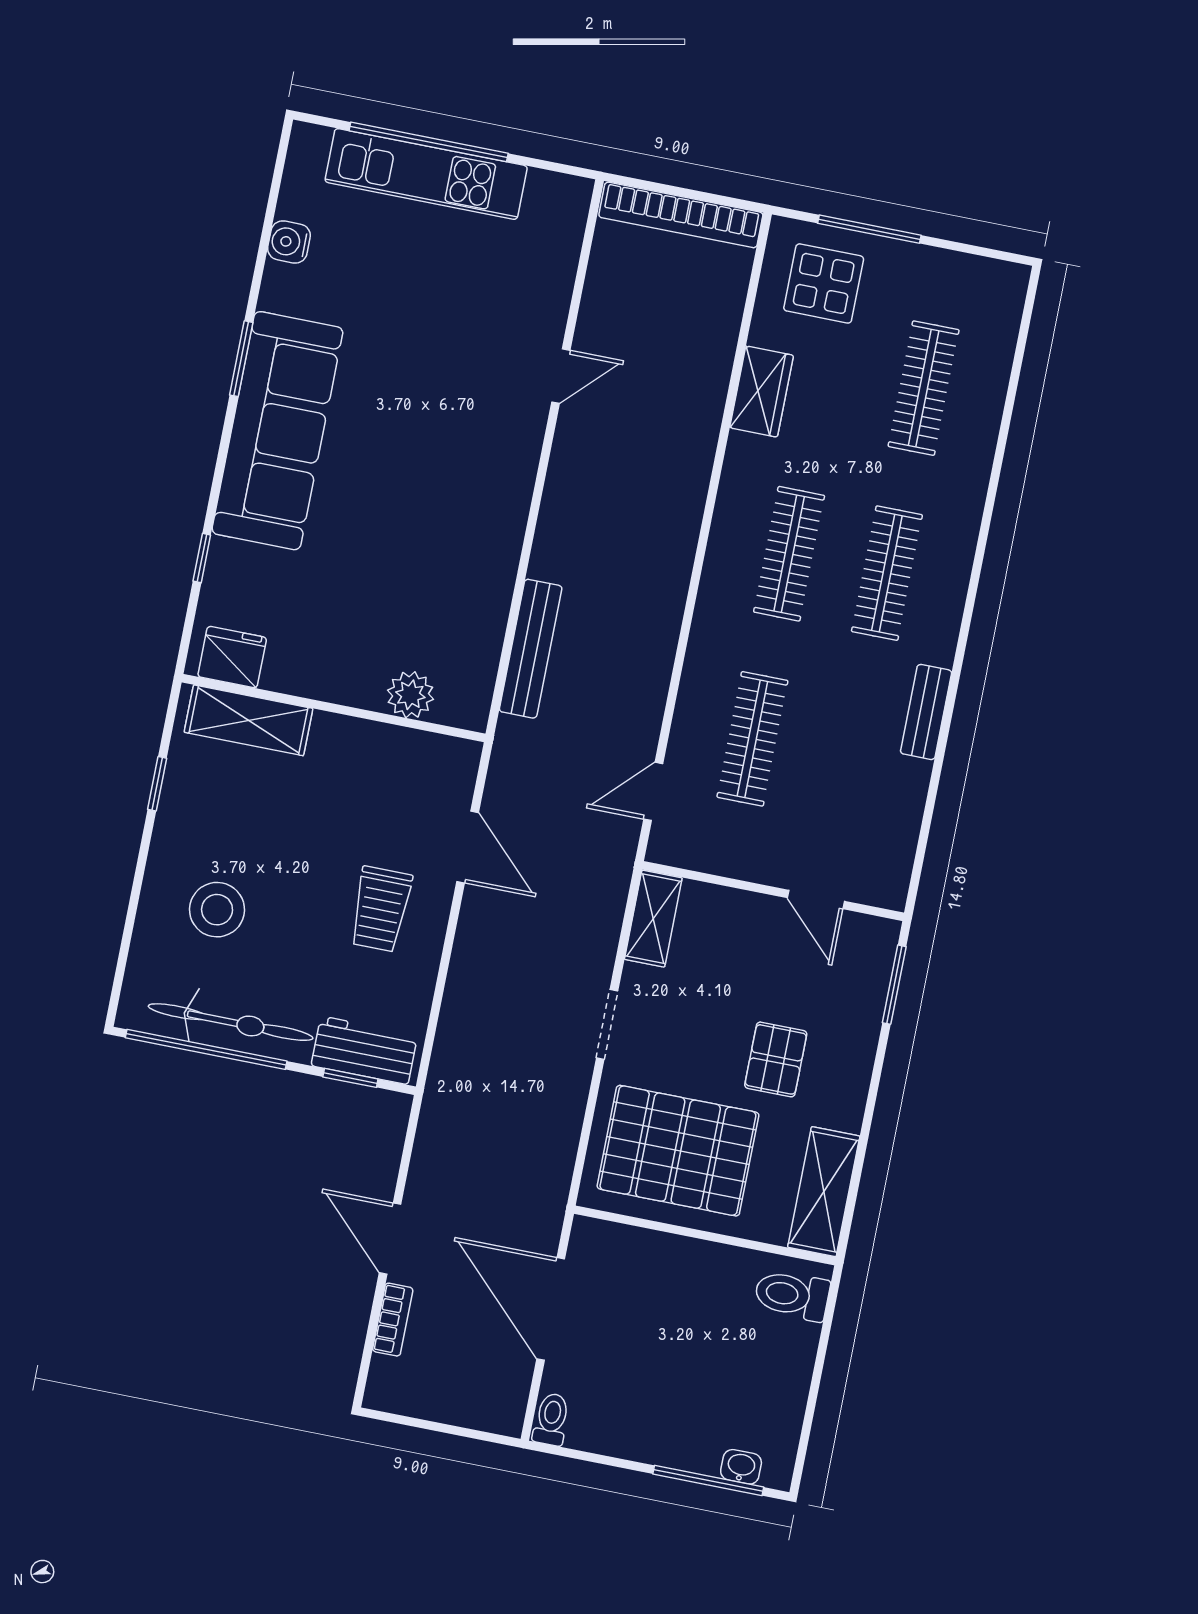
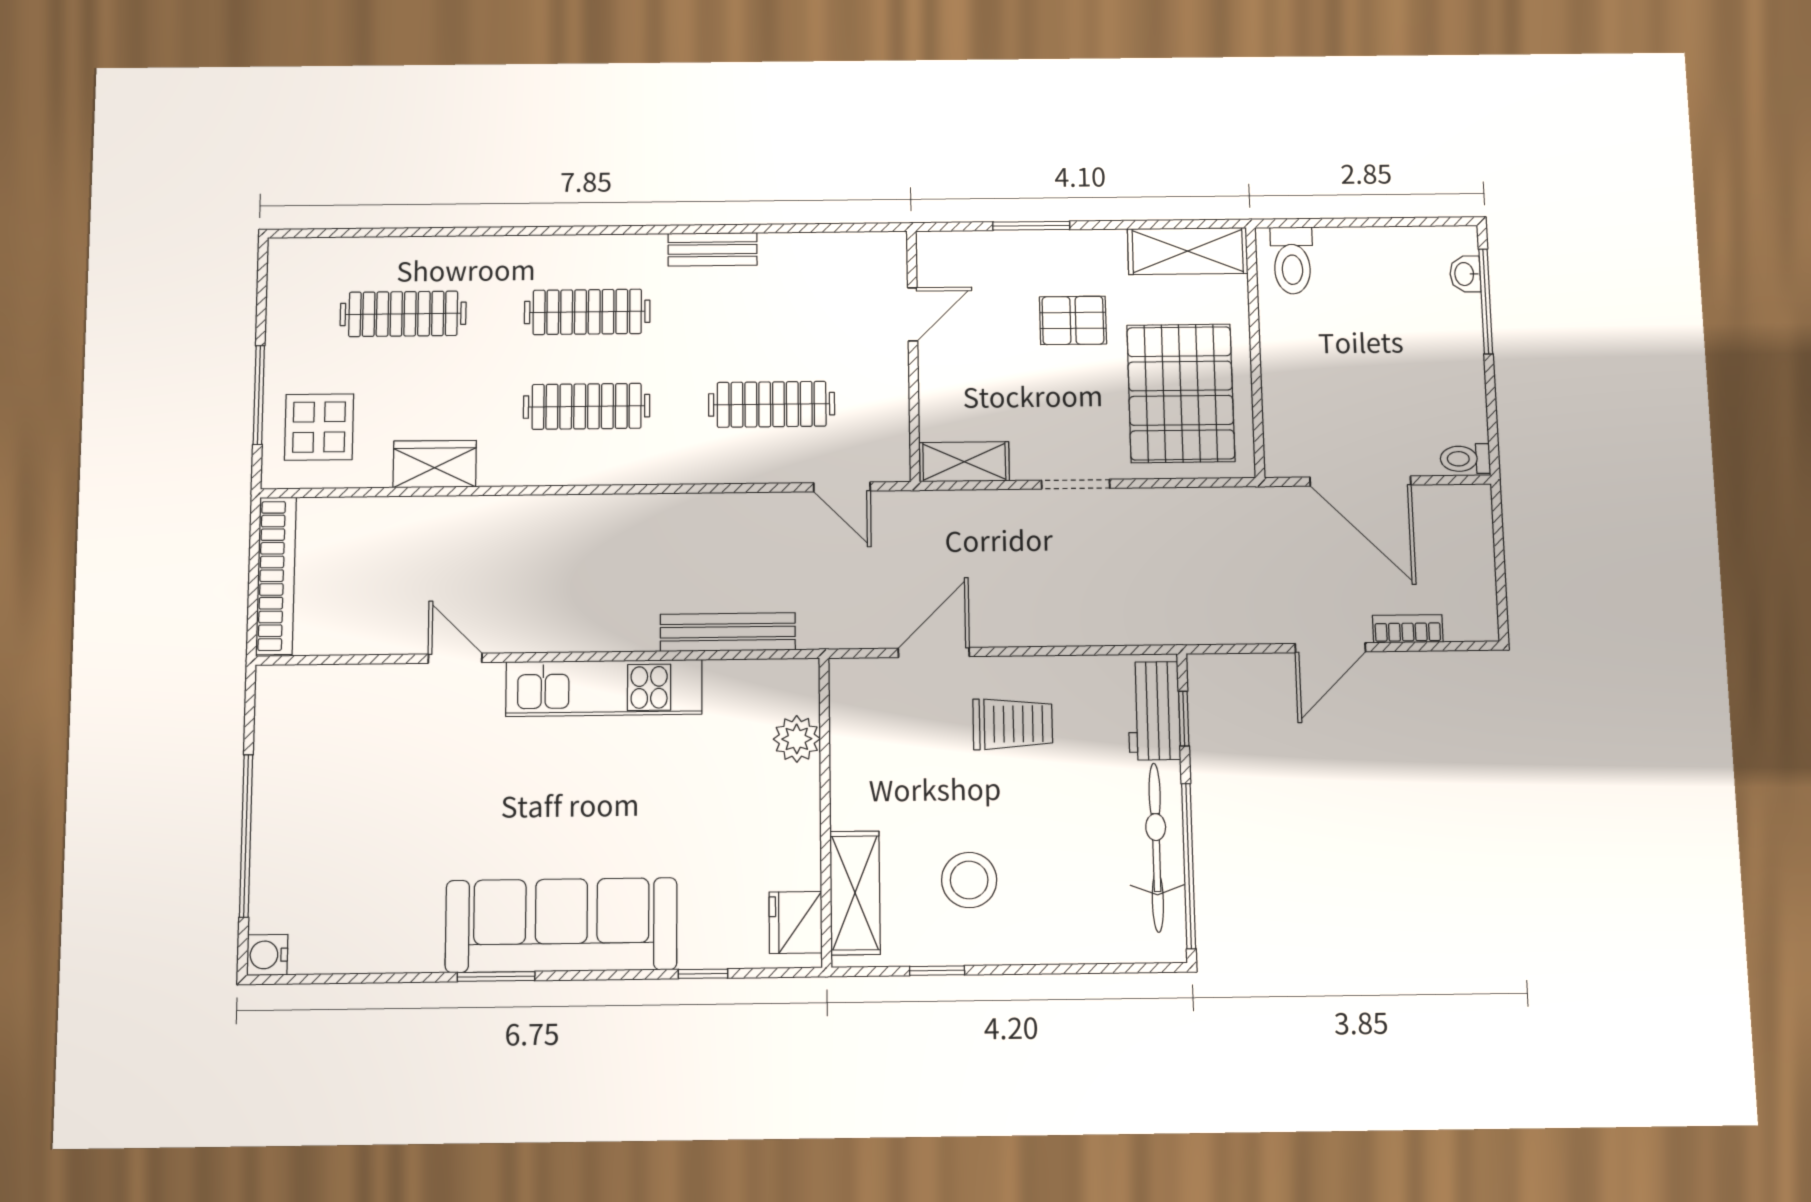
kitchen unit: (426, 174) -> (604, 688), moved, turned 90
water cooler: (289, 242) -> (267, 955), moved, turned 90
stool: (217, 910) -> (969, 880), moved
window: (894, 985) -> (1031, 226), moved
door: (551, 1309) -> (1360, 481), hinge flipped

